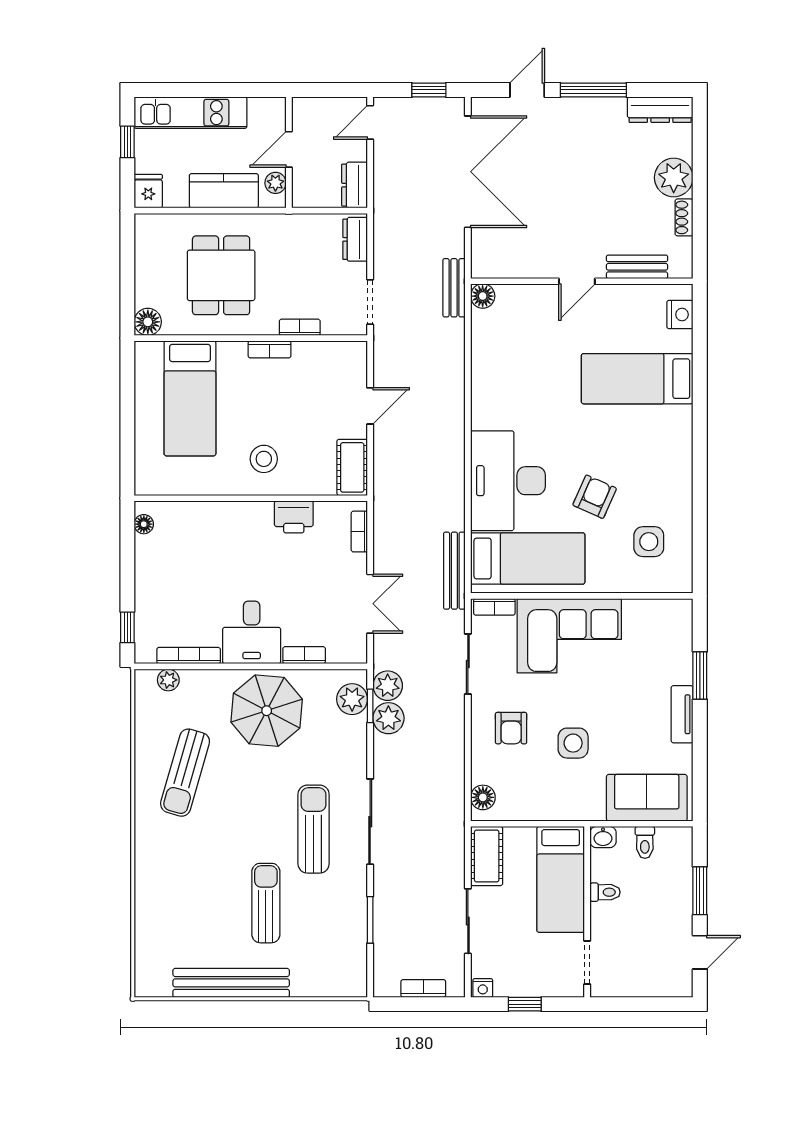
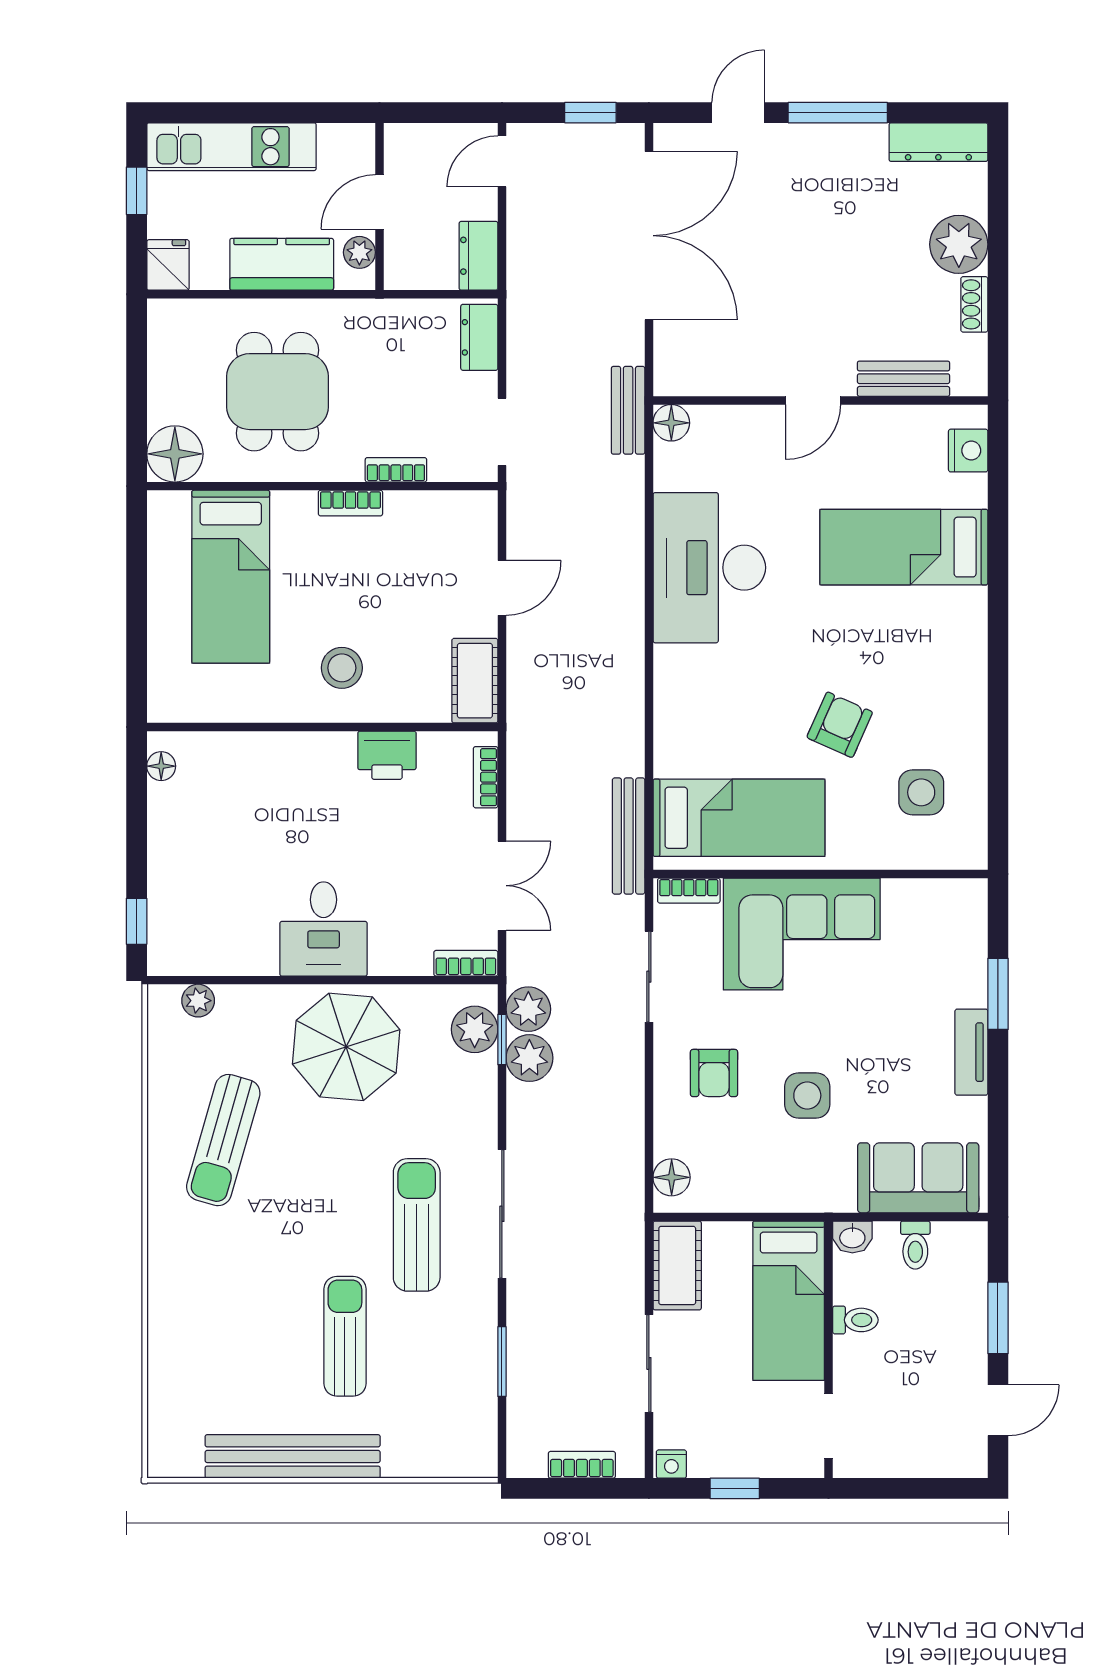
floor lamp: (148, 322) -> (175, 454), width x1.38, depth x1.38
desk: (508, 481) -> (709, 568), moved
bookcase: (304, 655) -> (466, 963), moved
bookcase: (189, 656) -> (229, 964), removed

